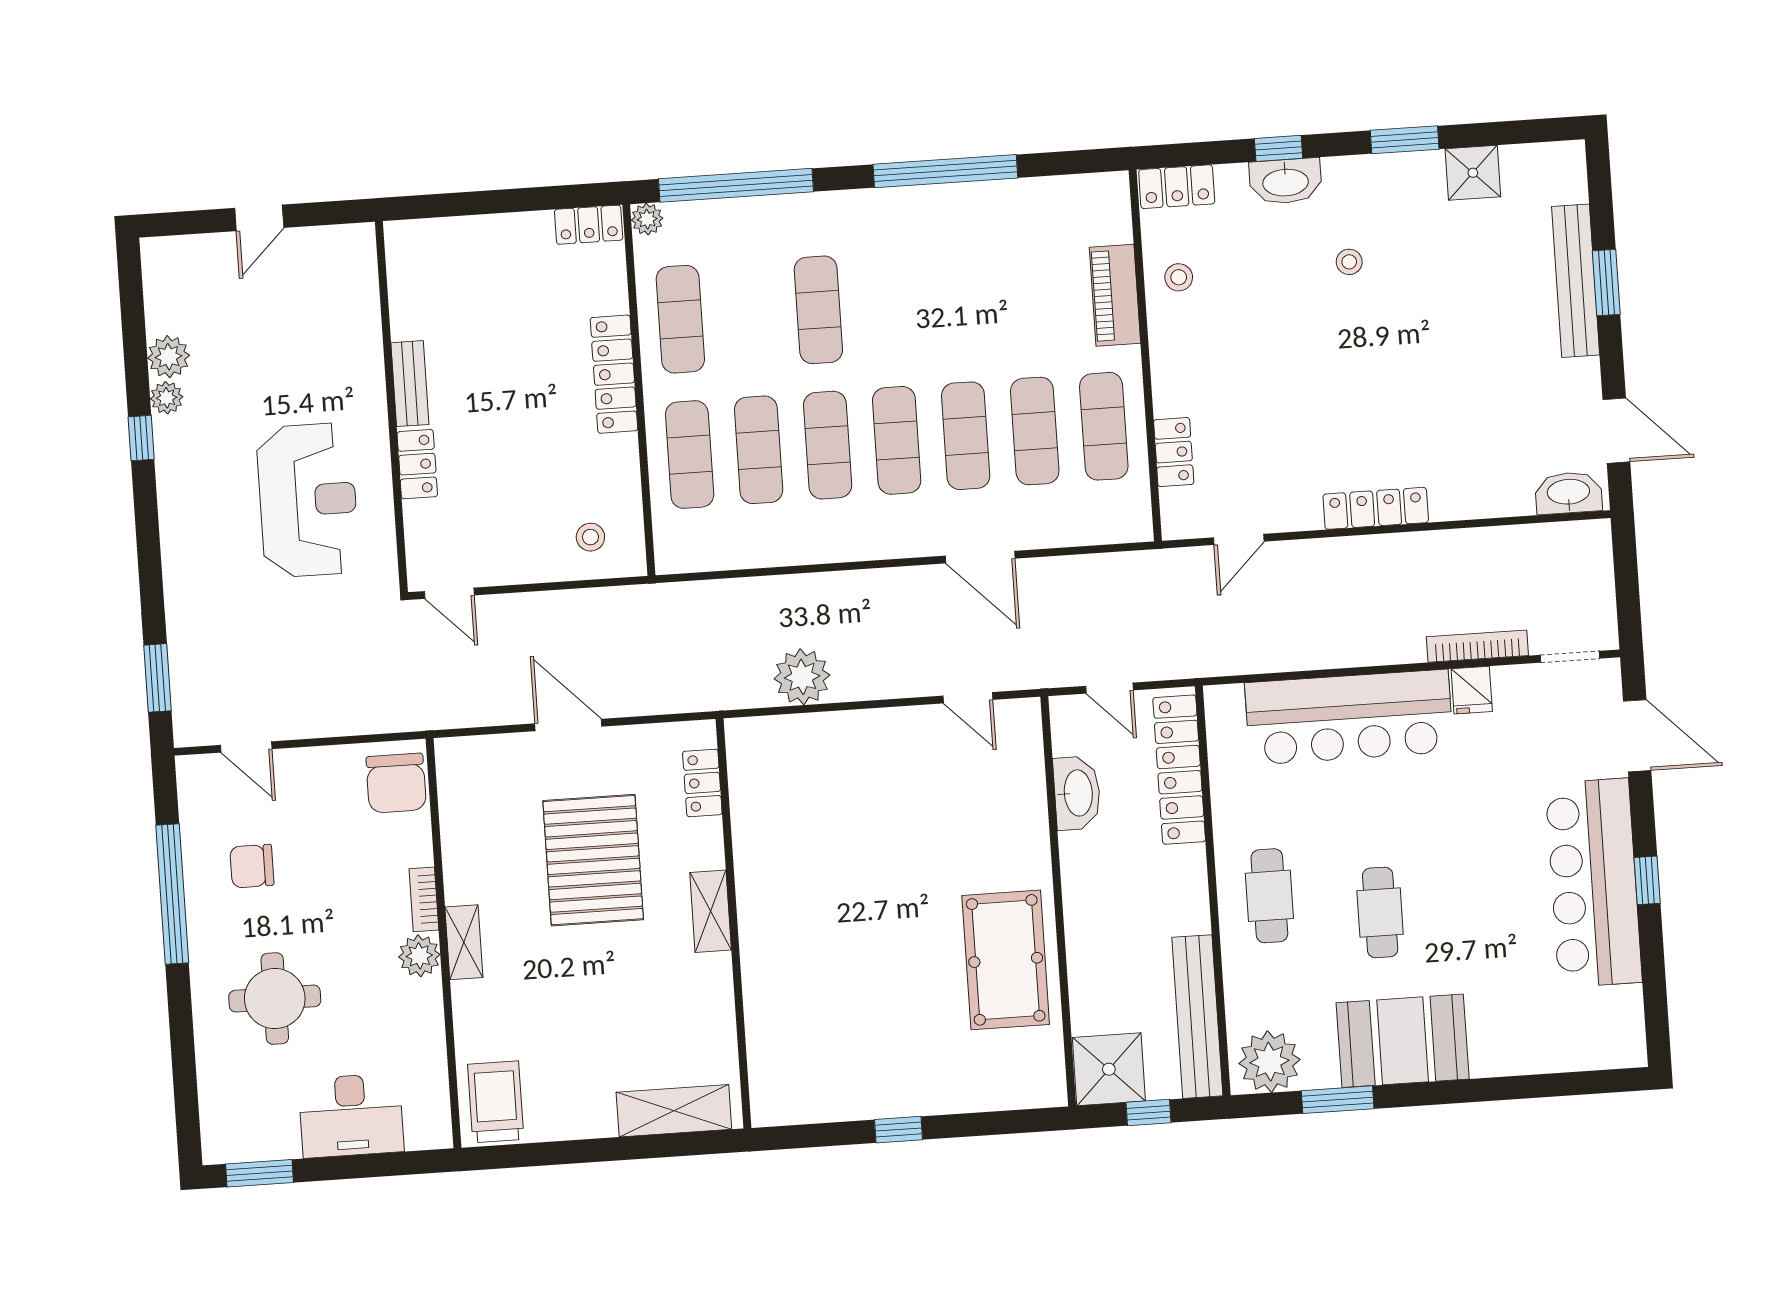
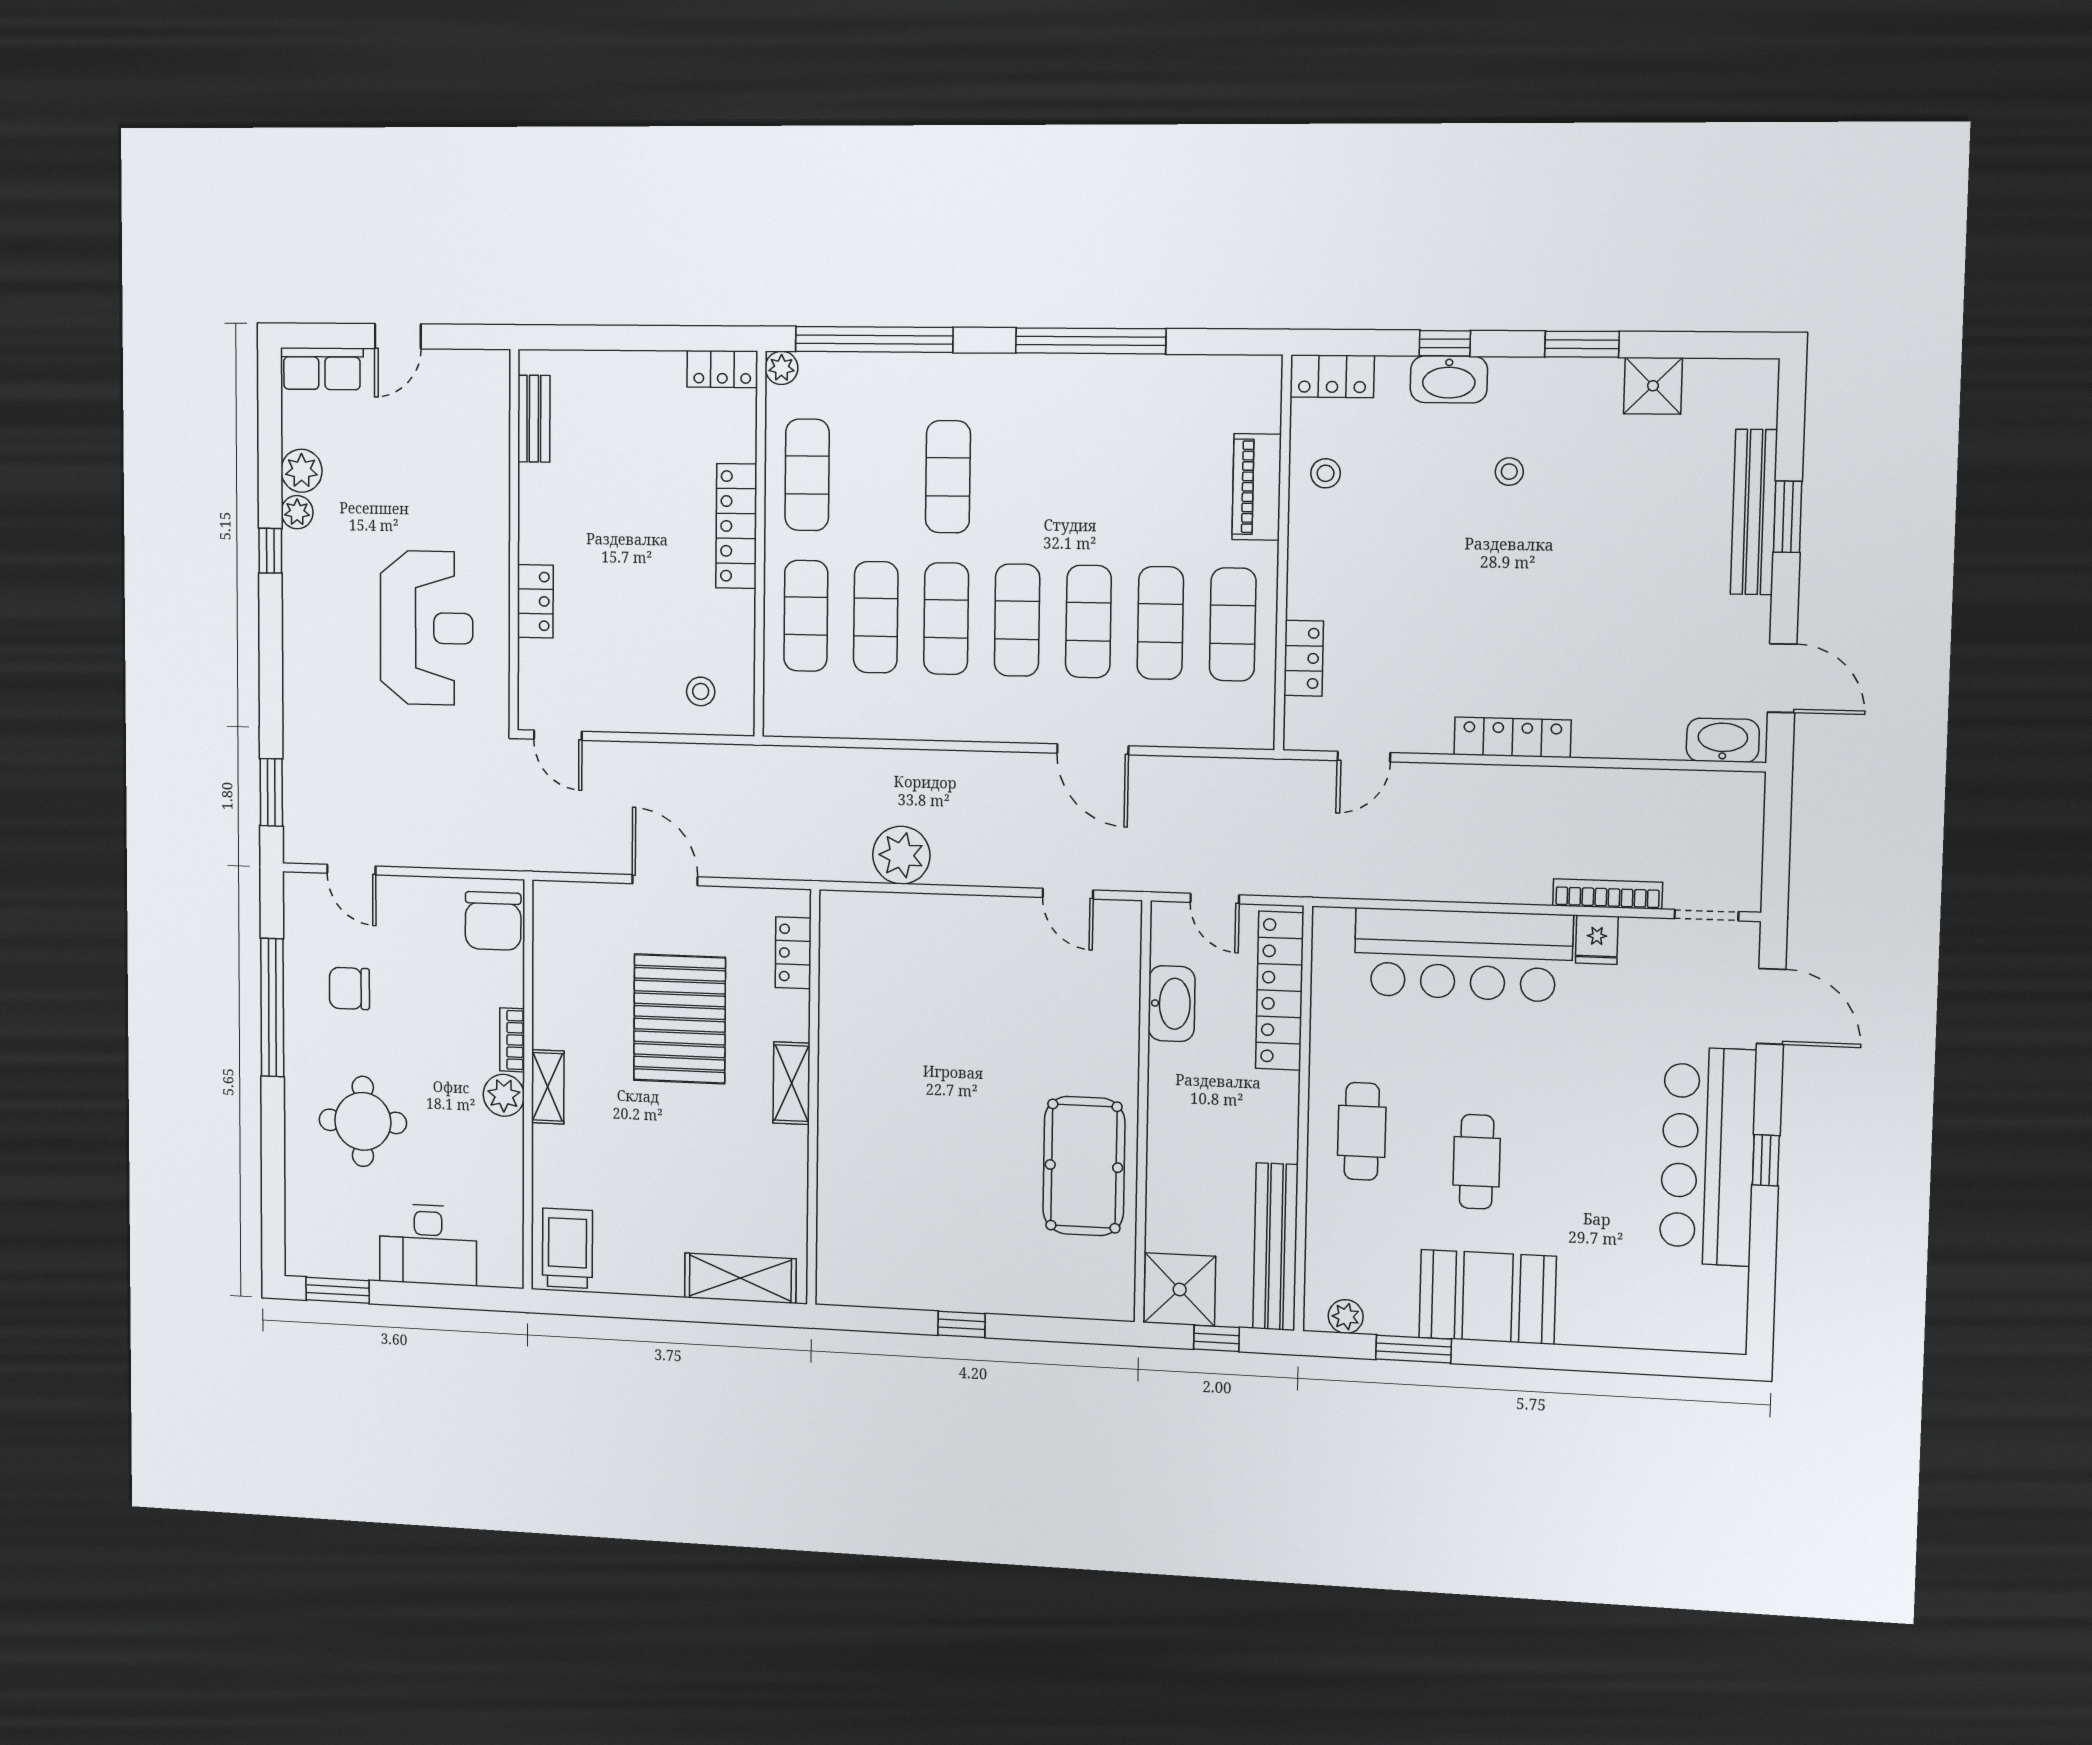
row of seats: (183, 255) -> (322, 369), added
bench: (410, 384) -> (534, 419), moved
plant: (1269, 1062) -> (1346, 1317), width x0.53, depth x0.53

